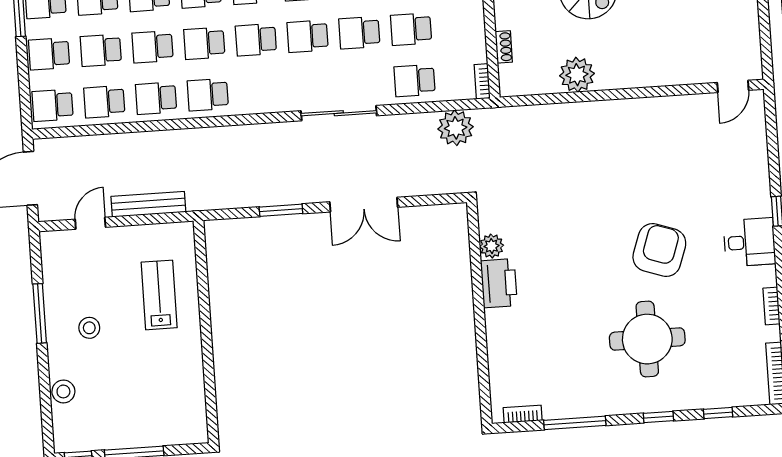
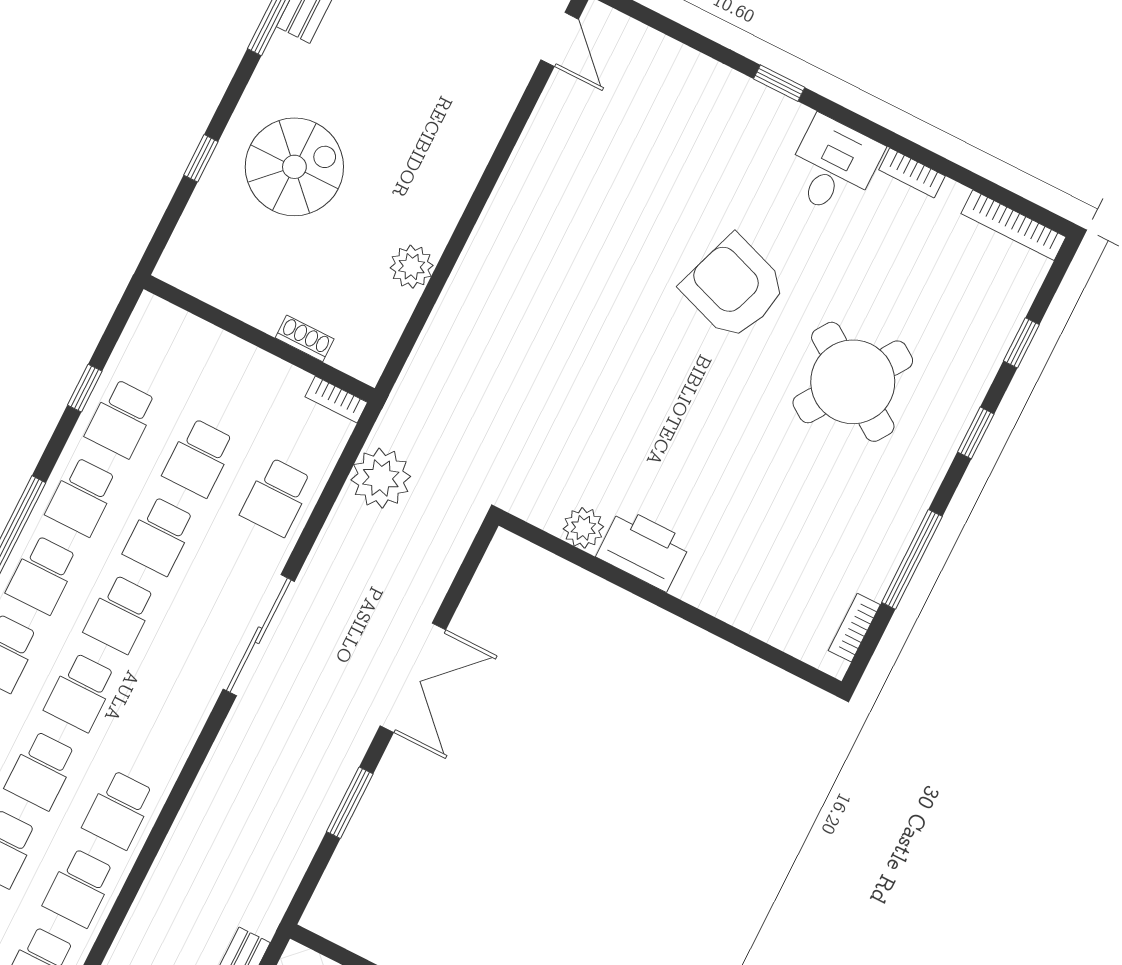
plant: (577, 75) -> (412, 267), width x0.73, depth x0.73
desk: (750, 242) -> (833, 166), moved
round table: (647, 339) -> (853, 382), turned 34

